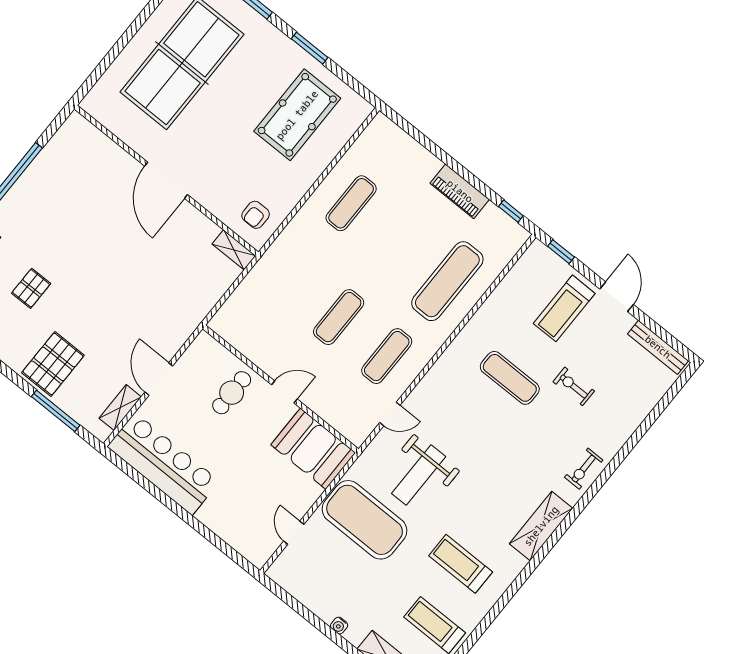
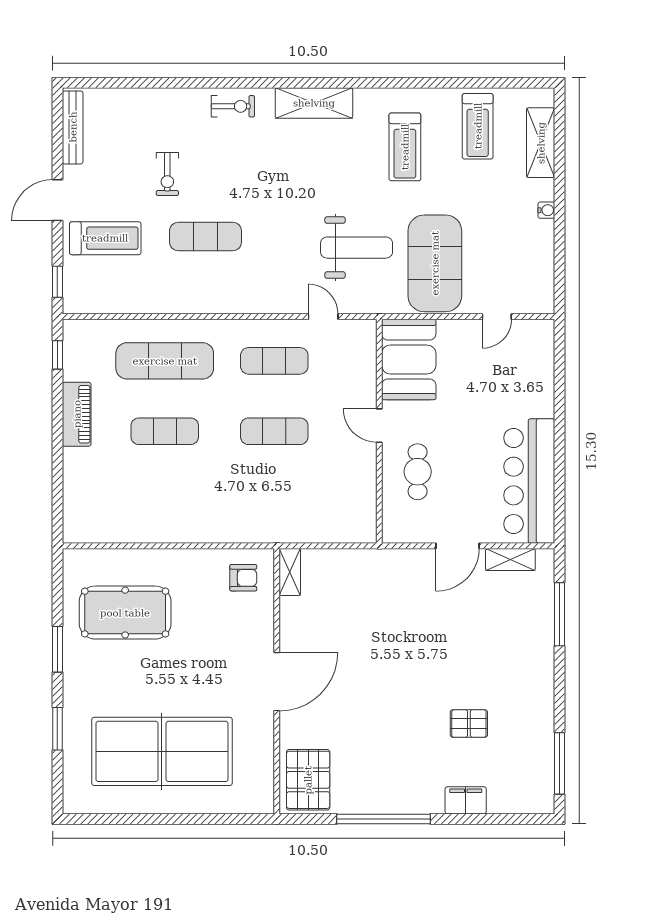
exercise mat: (351, 203) -> (165, 431), moved
pallet: (53, 364) -> (308, 780), moved, turned 90
exercise mat: (510, 378) -> (206, 237), turned 90
cafe table: (232, 393) -> (418, 472), turned 90

